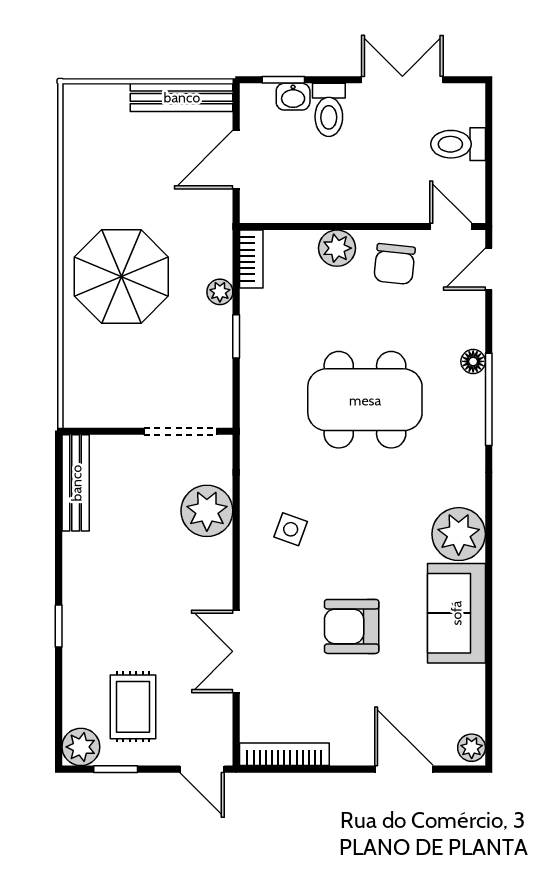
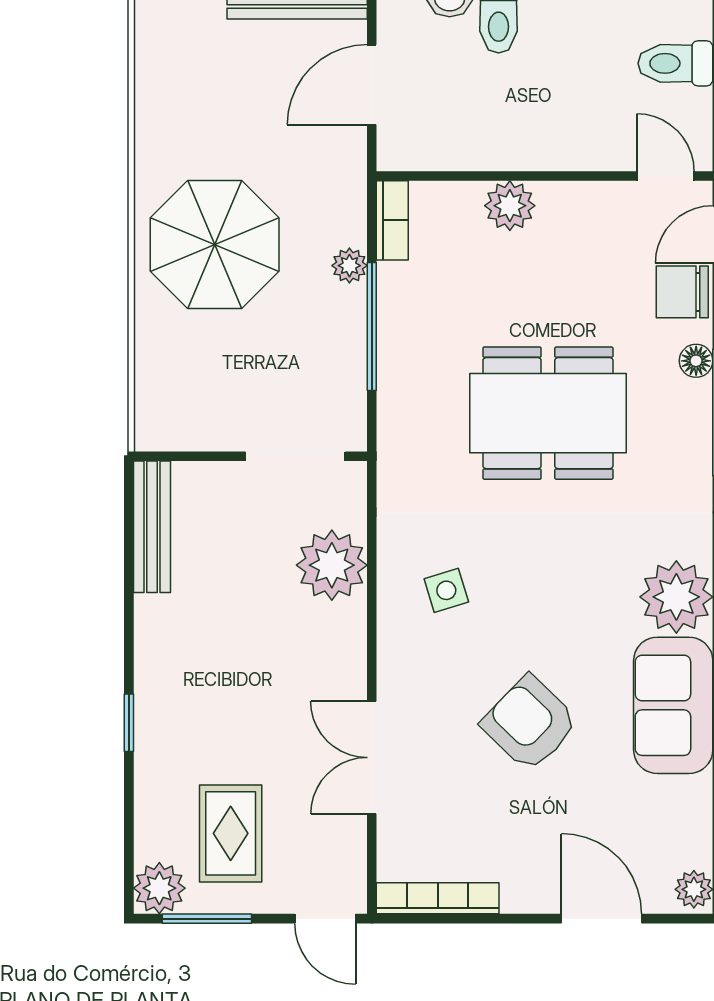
chair: (394, 264) -> (682, 292), moved, turned 84
window: (236, 336) -> (372, 326), width x2.17
side table: (291, 529) -> (446, 590), turned -37
armchair: (352, 626) -> (530, 723), turned 44
window: (116, 769) -> (207, 919), width x1.50

